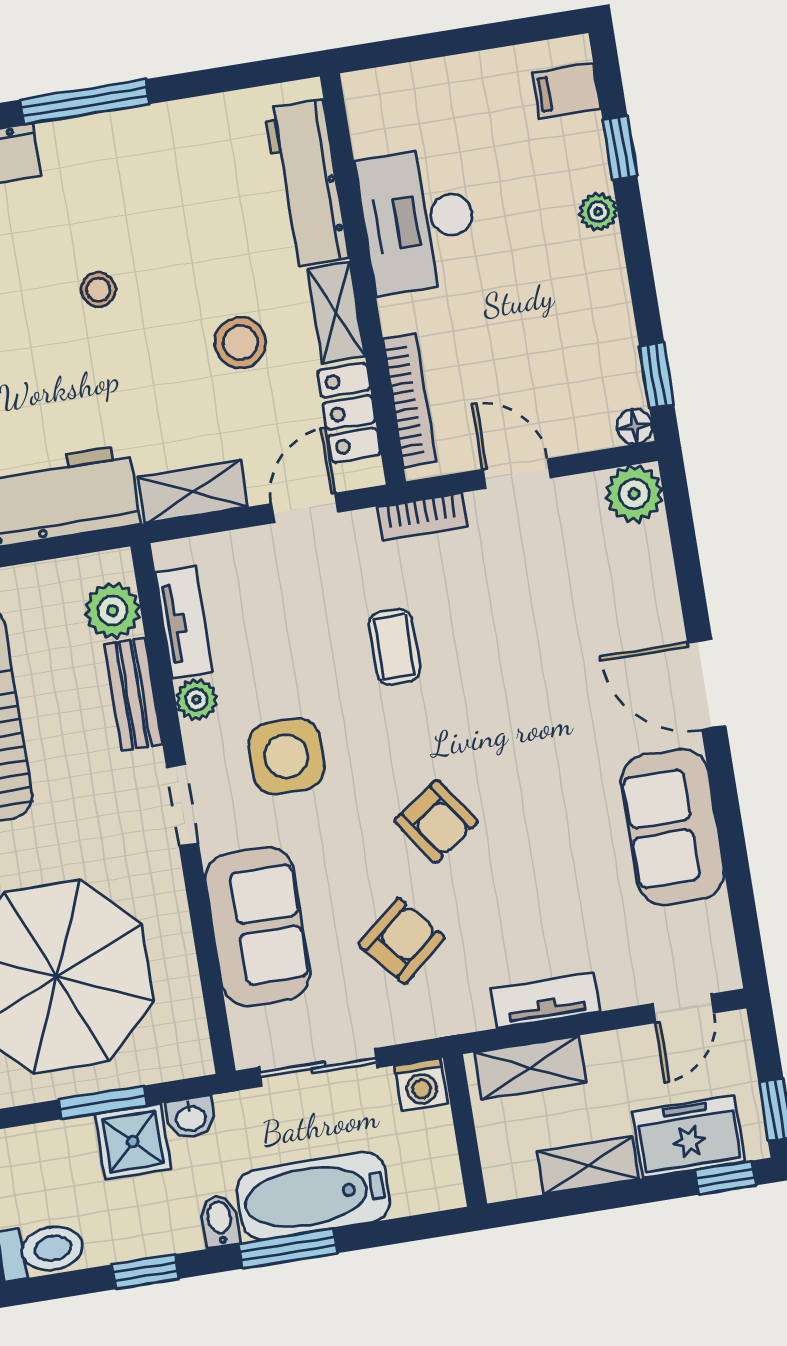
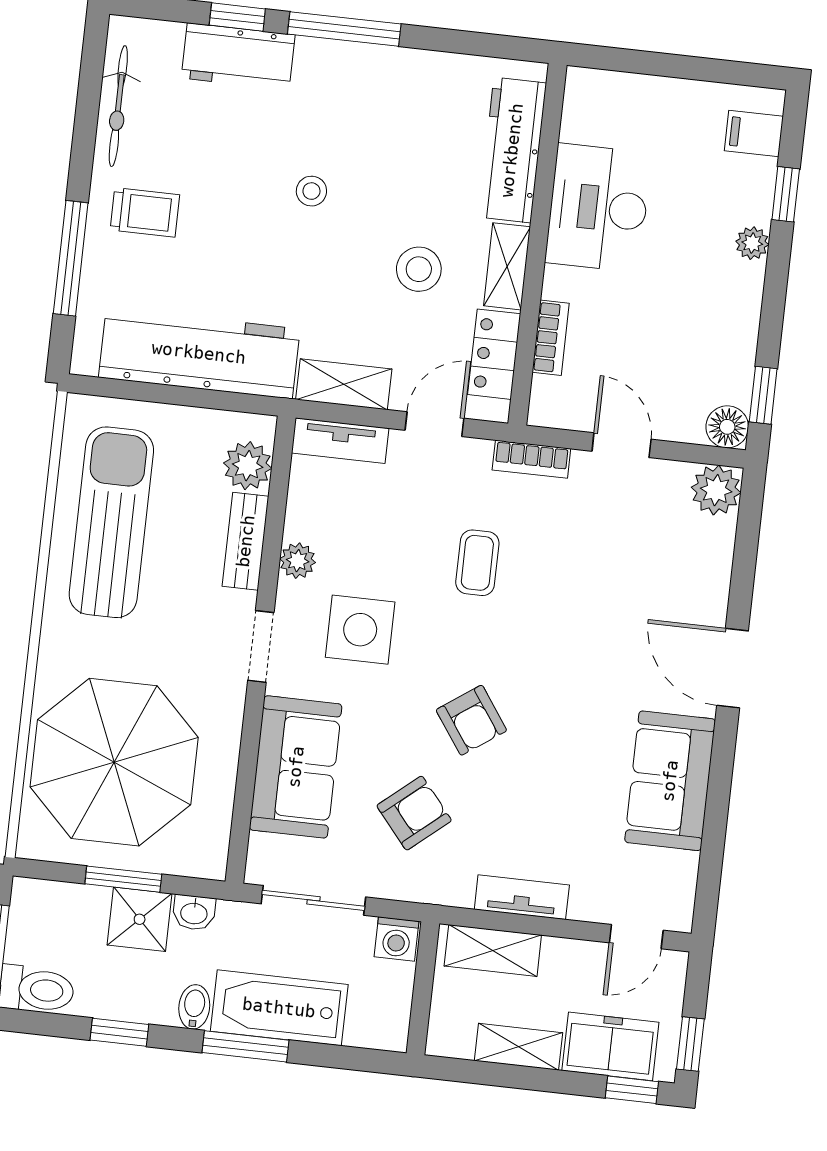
bookcase: (410, 400) -> (551, 338), width x0.64
floor lamp: (634, 426) -> (727, 427), width x1.37, depth x1.37
tv unit: (184, 622) -> (340, 441), moved, turned 90

